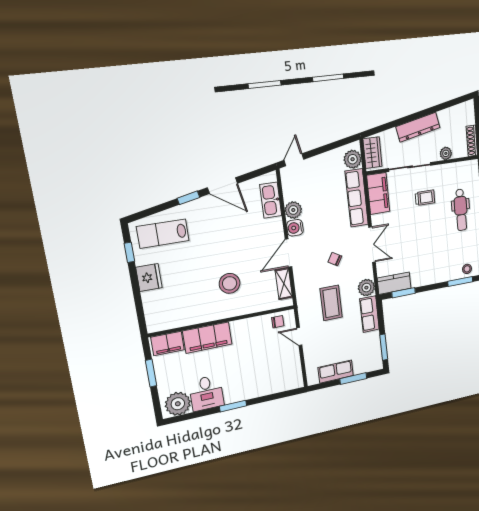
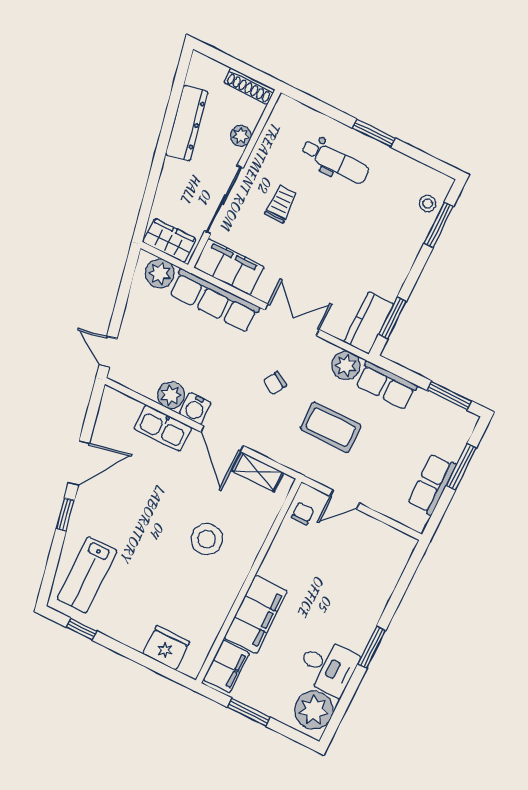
dresser: (418, 127) -> (187, 123), moved
kitchen sink: (271, 200) -> (163, 428), moved
fridge: (149, 277) -> (166, 648), moved

